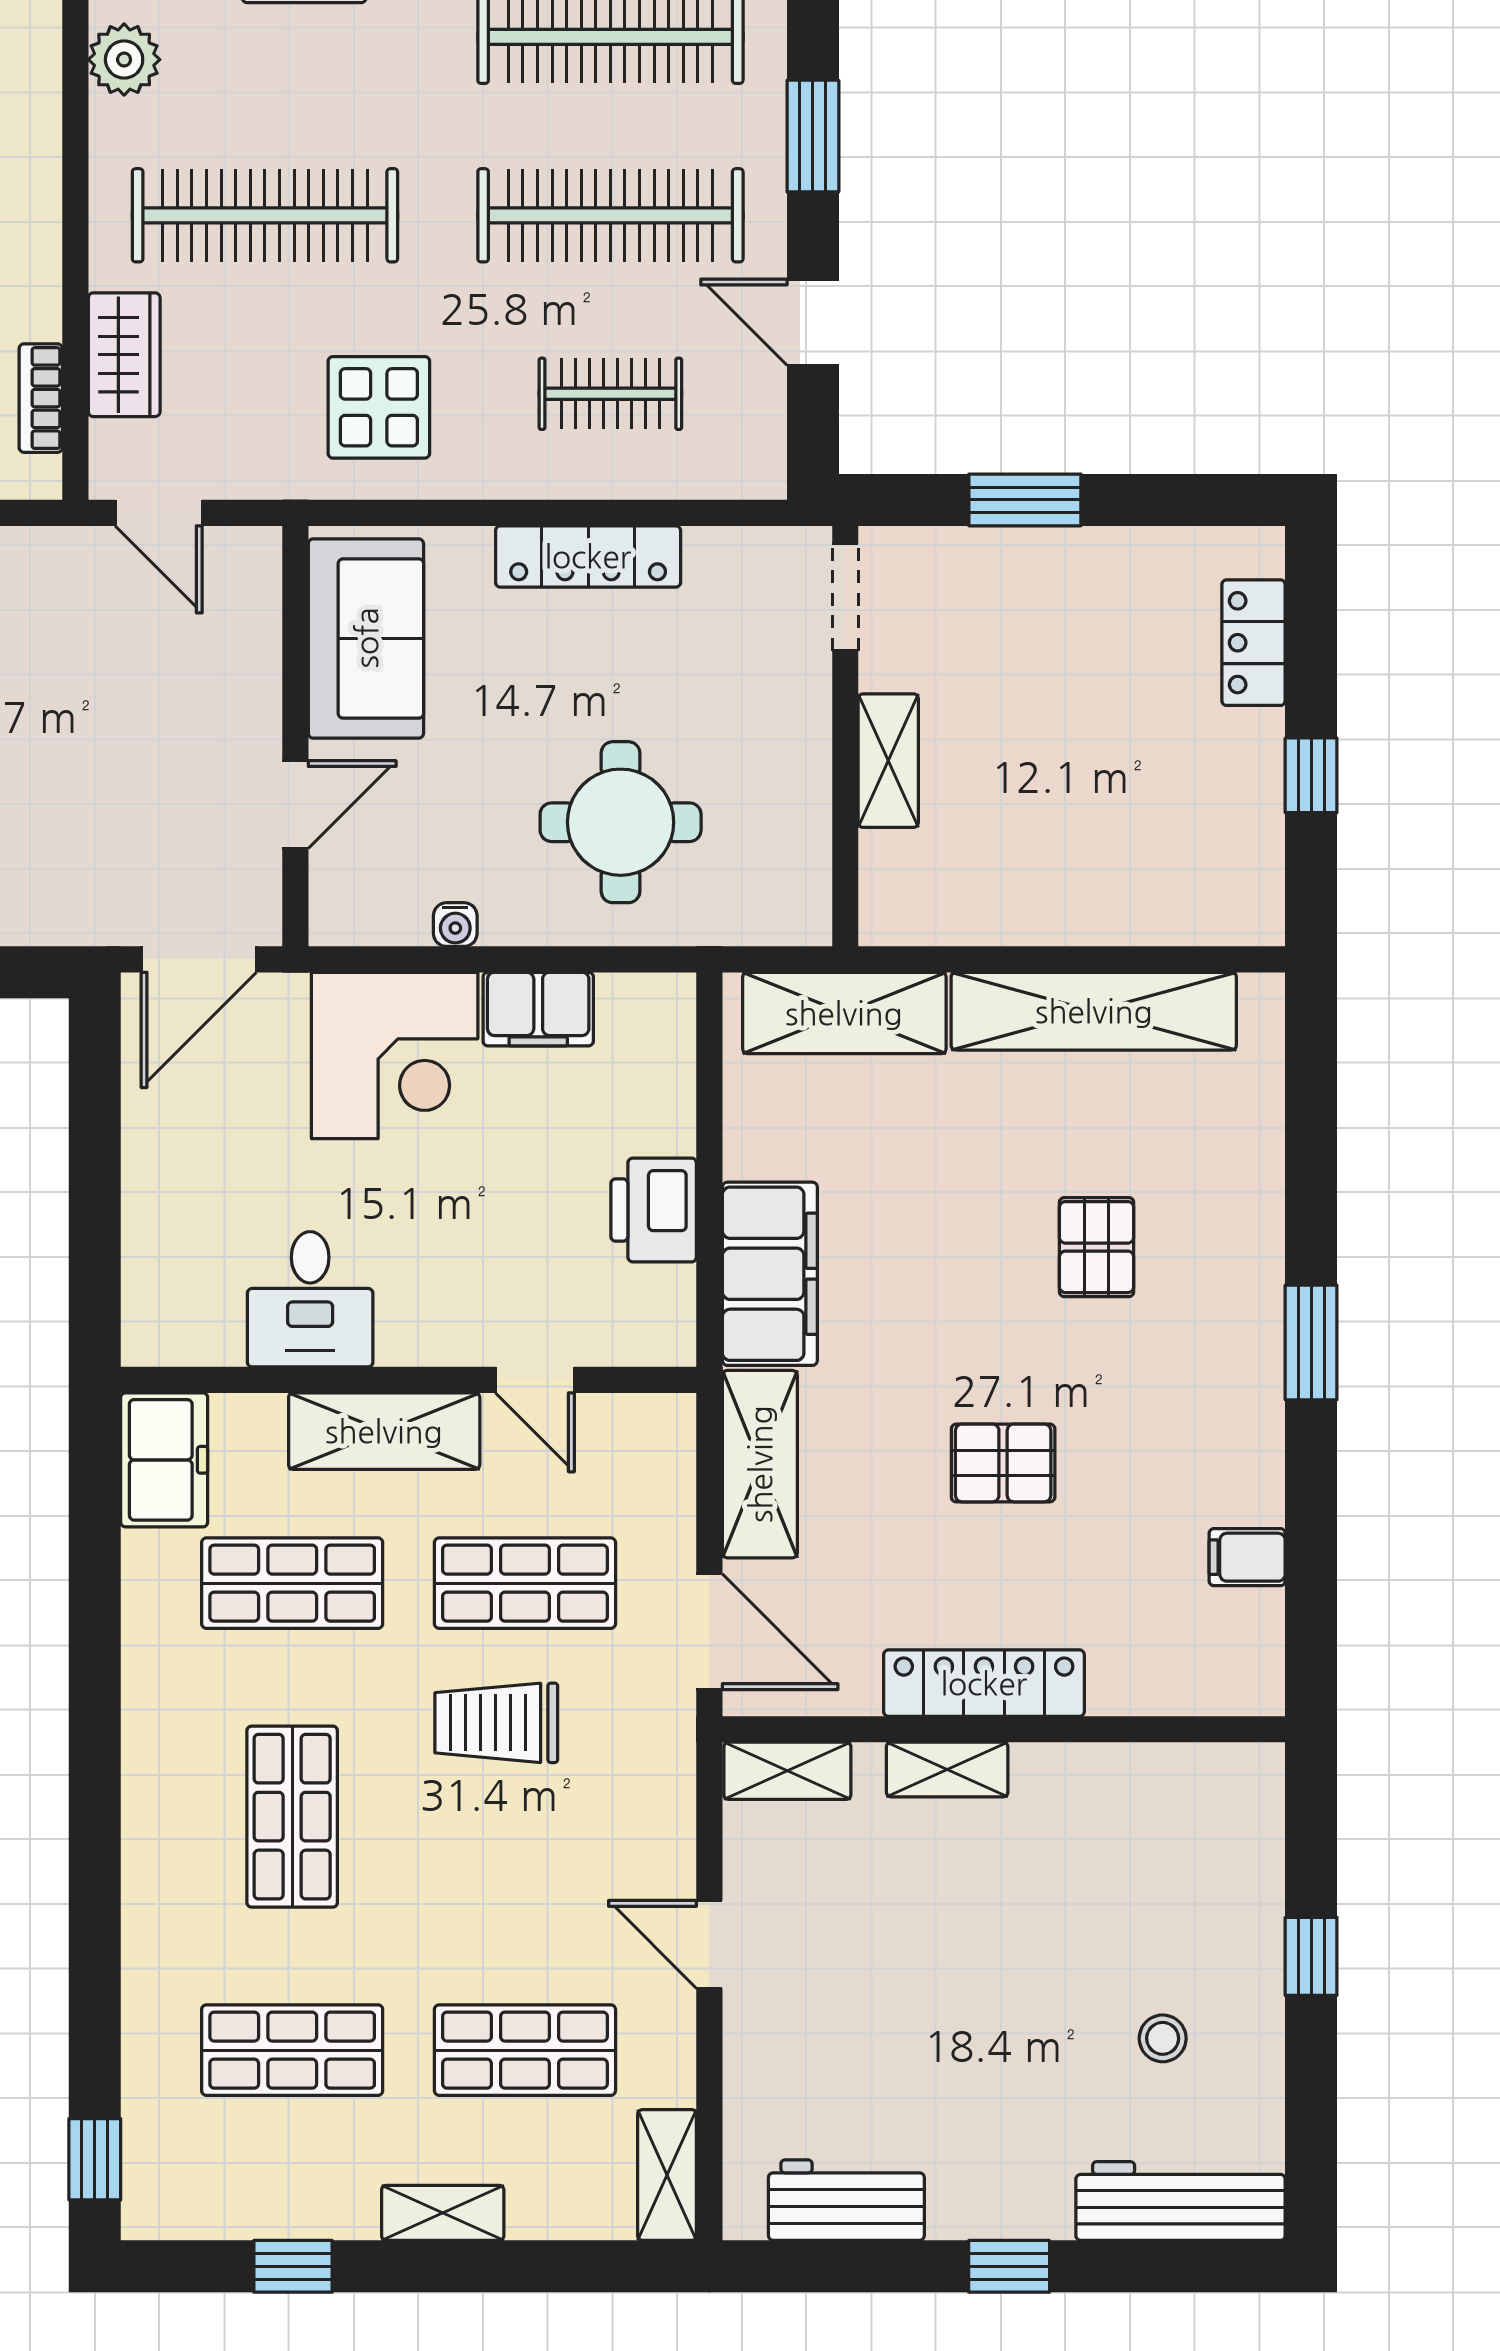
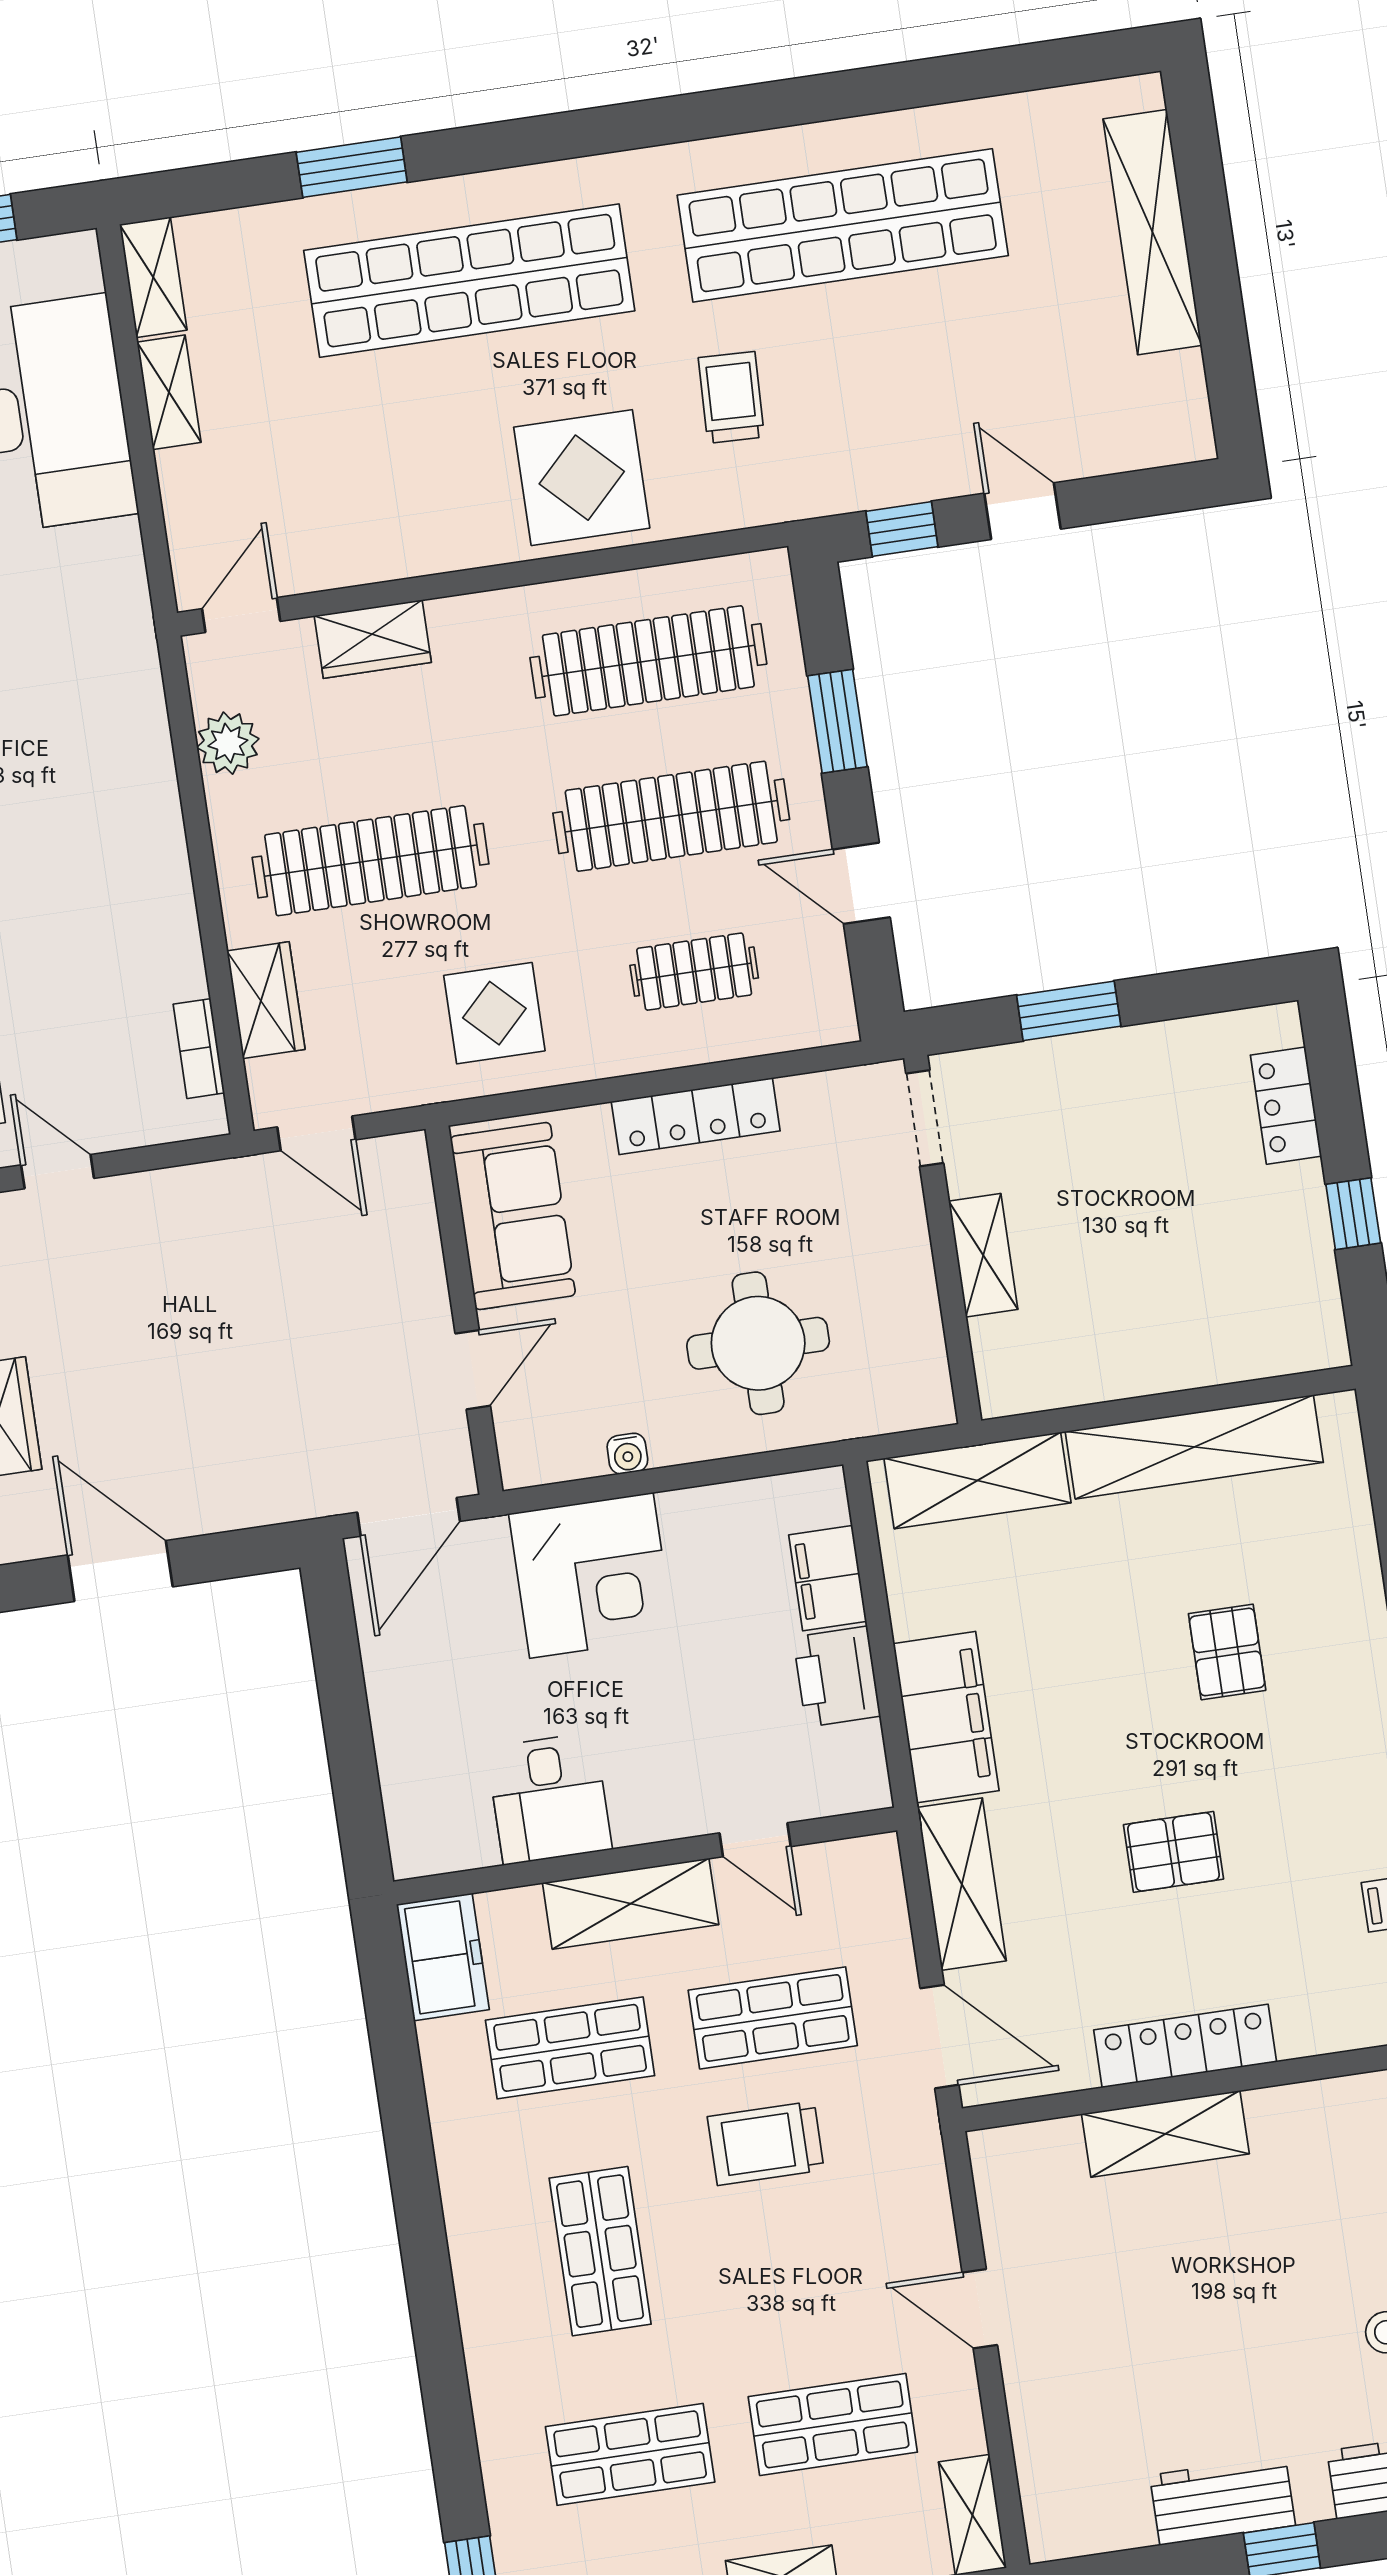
filing cabinet: (538, 1009) -> (828, 1578), moved, turned 90
shelving: (947, 1770) -> (1165, 2134), width x1.50, depth x1.33
shelving: (787, 1771) -> (1025, 2148), removed
workbench: (846, 2200) -> (1223, 2500), moved

